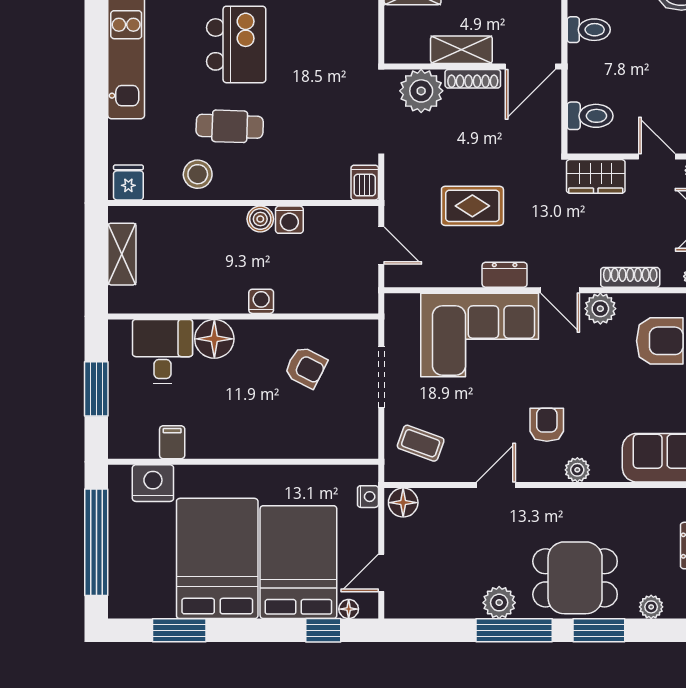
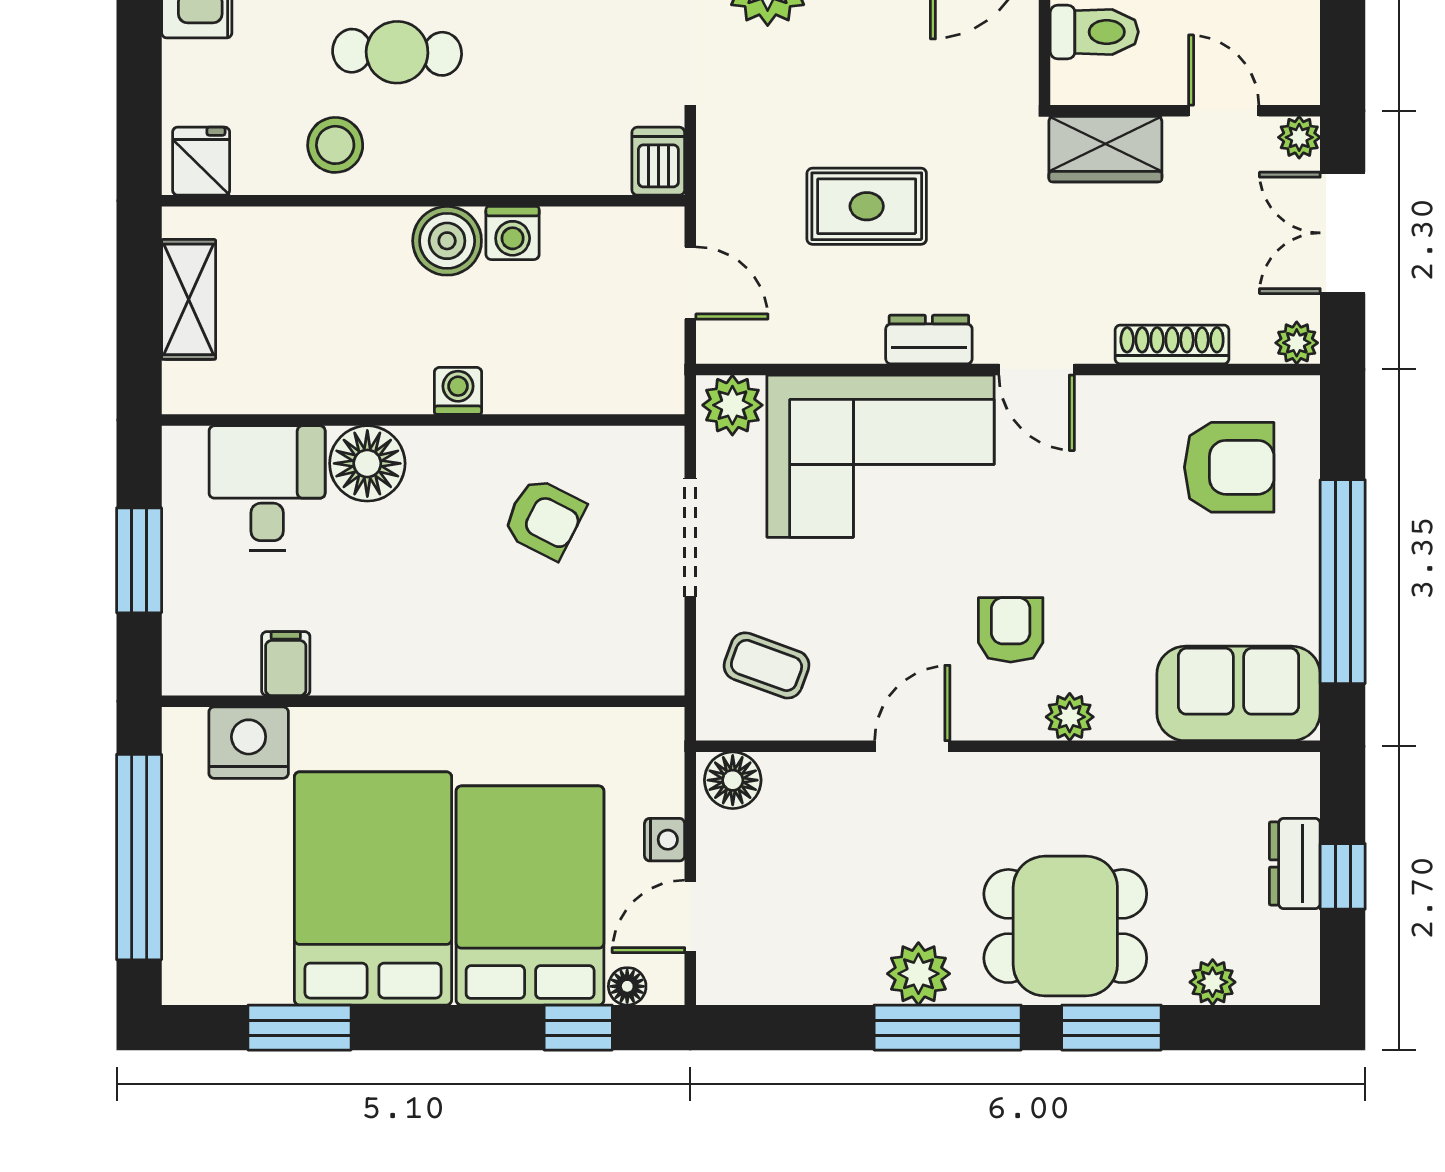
boiler: (260, 219) -> (447, 241), width x1.36, depth x1.36
plant: (600, 309) -> (732, 405), moved
nightstand: (368, 497) -> (665, 840), moved

